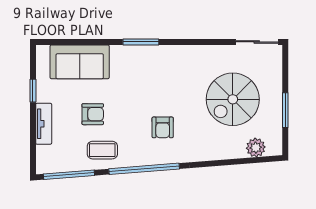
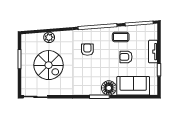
floor lamp: (124, 58) -> (109, 88), added
spiral stairs: (233, 99) -> (49, 65), turned 90
plant: (256, 148) -> (49, 37), moved

